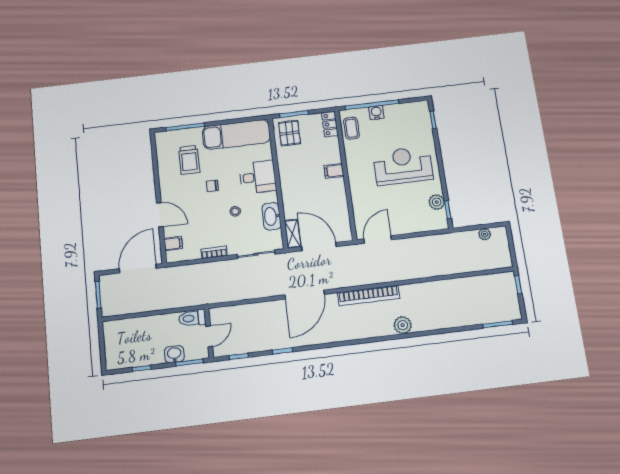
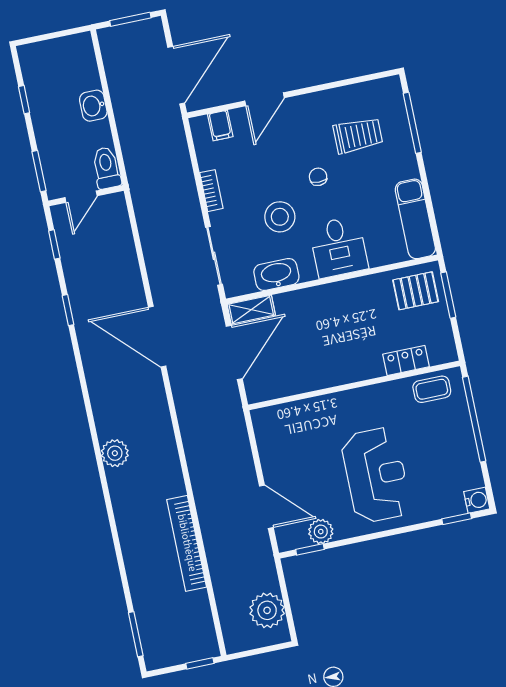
water cooler: (376, 113) -> (477, 500), moved
locker: (330, 124) -> (406, 360), moved
exam couch: (236, 134) -> (415, 219), width x0.73, depth x0.69
trolley: (189, 160) -> (358, 135), turned 180
filing cabinet: (334, 171) -> (358, 367), removed
stool: (235, 211) -> (280, 217), width x1.89, depth x1.89
plant: (485, 234) -> (267, 610), width x1.88, depth x1.88
door: (378, 239) -> (266, 507), moved
door: (138, 269) -> (176, 75), hinge flipped
bookcase: (369, 295) -> (187, 543), moved
plant: (403, 325) -> (115, 453), moved
door: (209, 336) -> (81, 197), hinge flipped
washbasin: (174, 354) -> (93, 106), moved, turned 180

